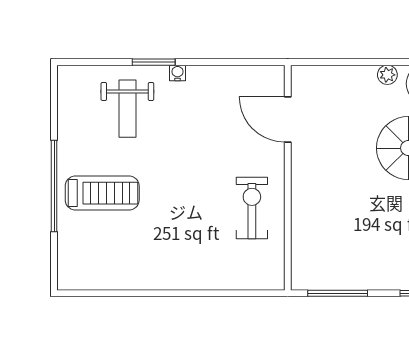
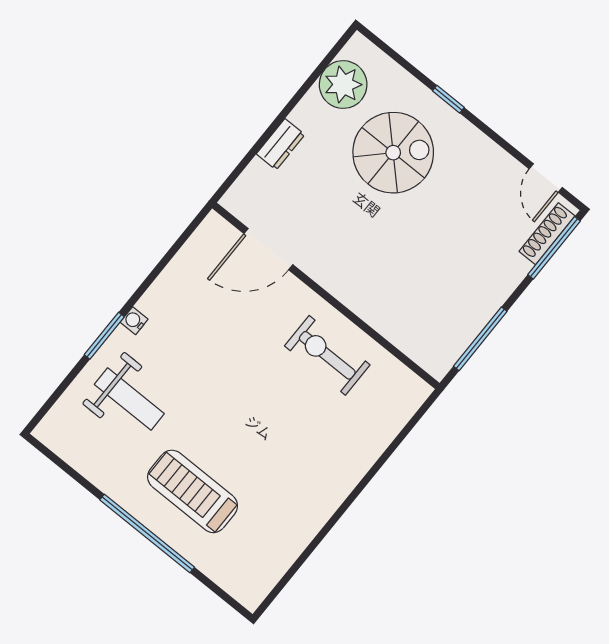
dresser: (358, 75) -> (281, 144), added
plant: (387, 75) -> (304, 115), removed
treadmill: (102, 193) -> (193, 491), turned -90

